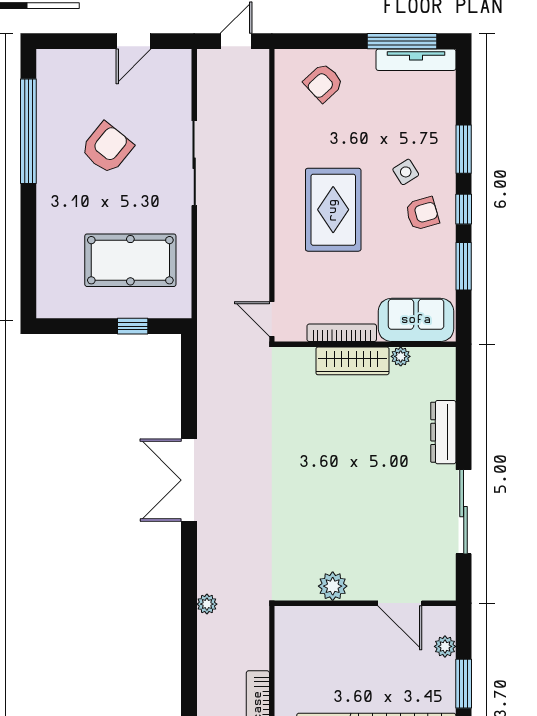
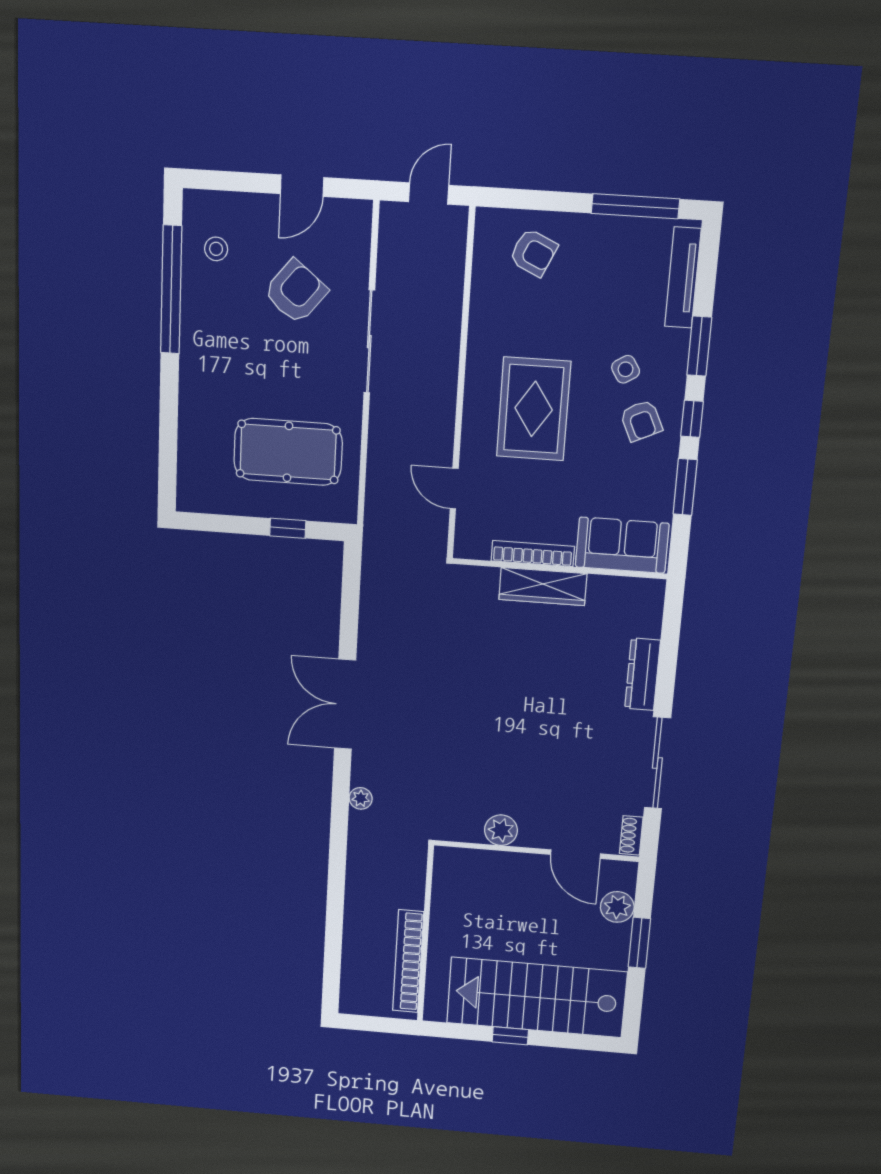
tv unit: (416, 60) -> (683, 278), moved, turned 90
armchair: (323, 83) -> (533, 253), turned -112
stool: (65, 96) -> (216, 249), added
armchair: (107, 148) -> (296, 292), moved
armchair: (422, 213) -> (641, 421), turned 81
door: (272, 319) -> (454, 489), moved
plant: (401, 356) -> (600, 586), removed
shoe rack: (447, 581) -> (631, 835), added
plant: (207, 604) -> (361, 798), moved
plant: (445, 646) -> (617, 907), width x1.38, depth x1.38

